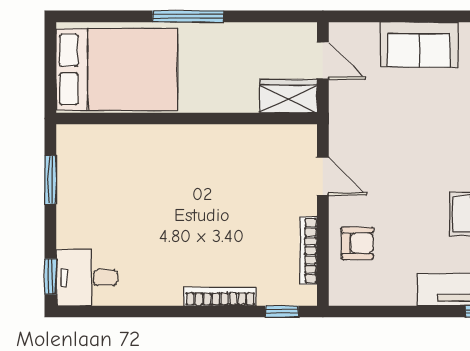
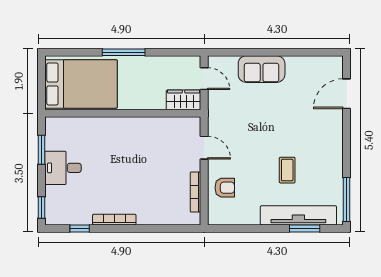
desk: (86, 278) -> (63, 168), moved
bookcase: (220, 297) -> (114, 220), moved
window: (282, 312) -> (80, 228), moved

